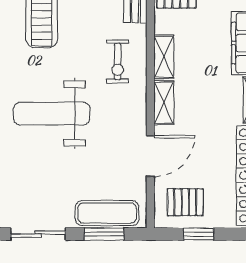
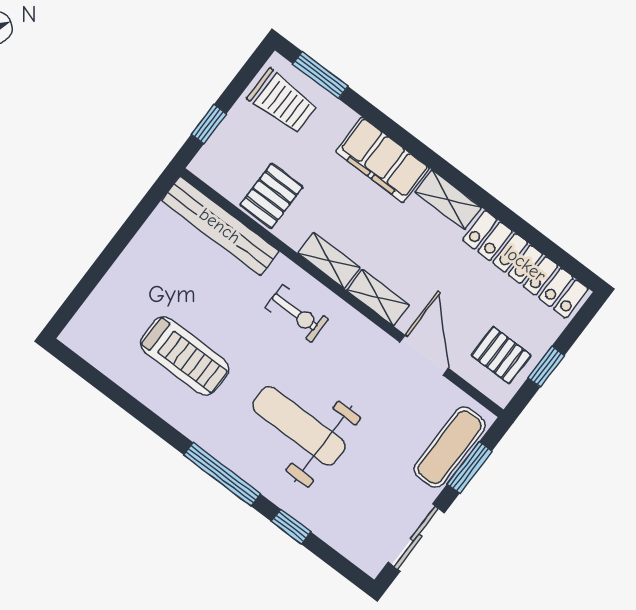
weight bench: (52, 114) -> (299, 426), turned 90
pallet: (185, 202) -> (501, 355), turned 90

